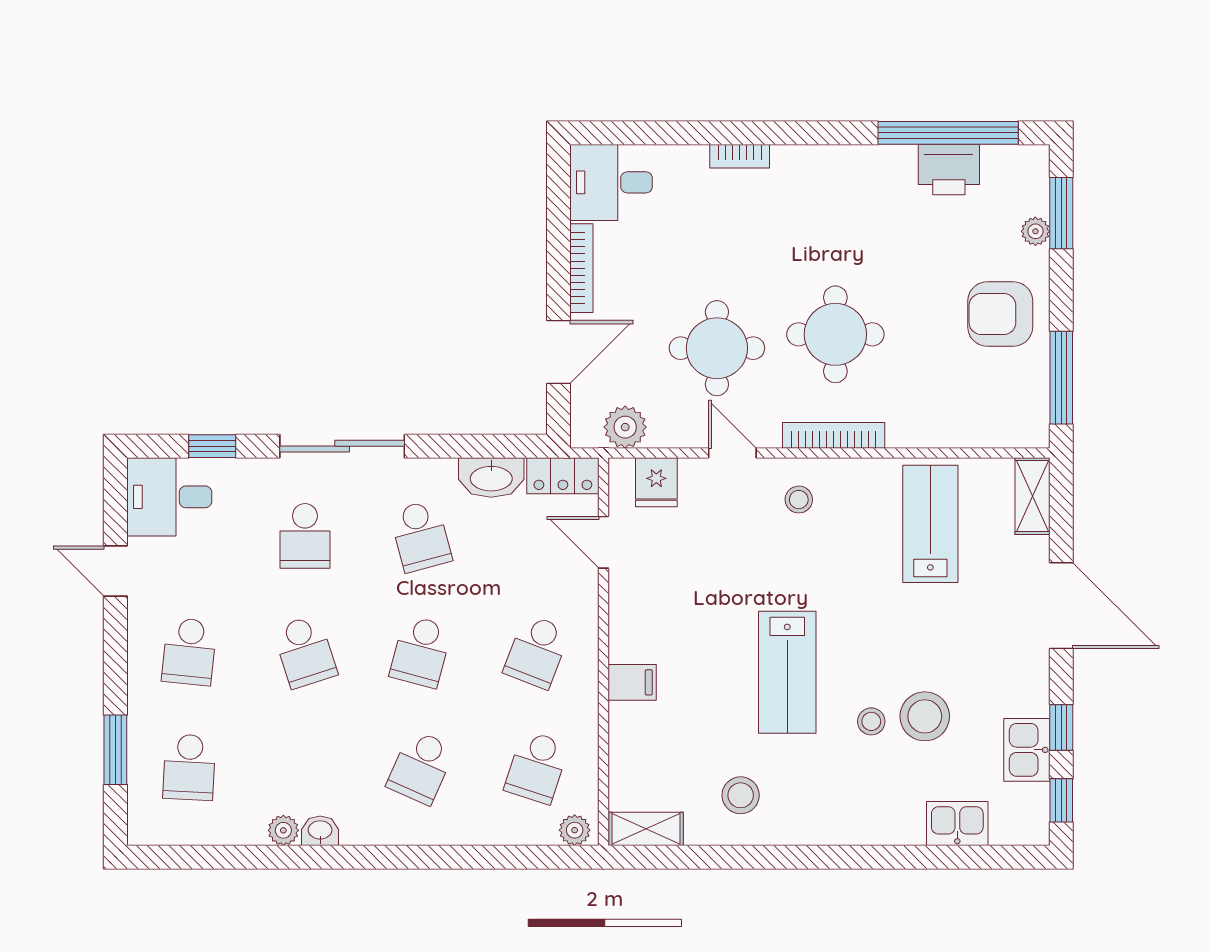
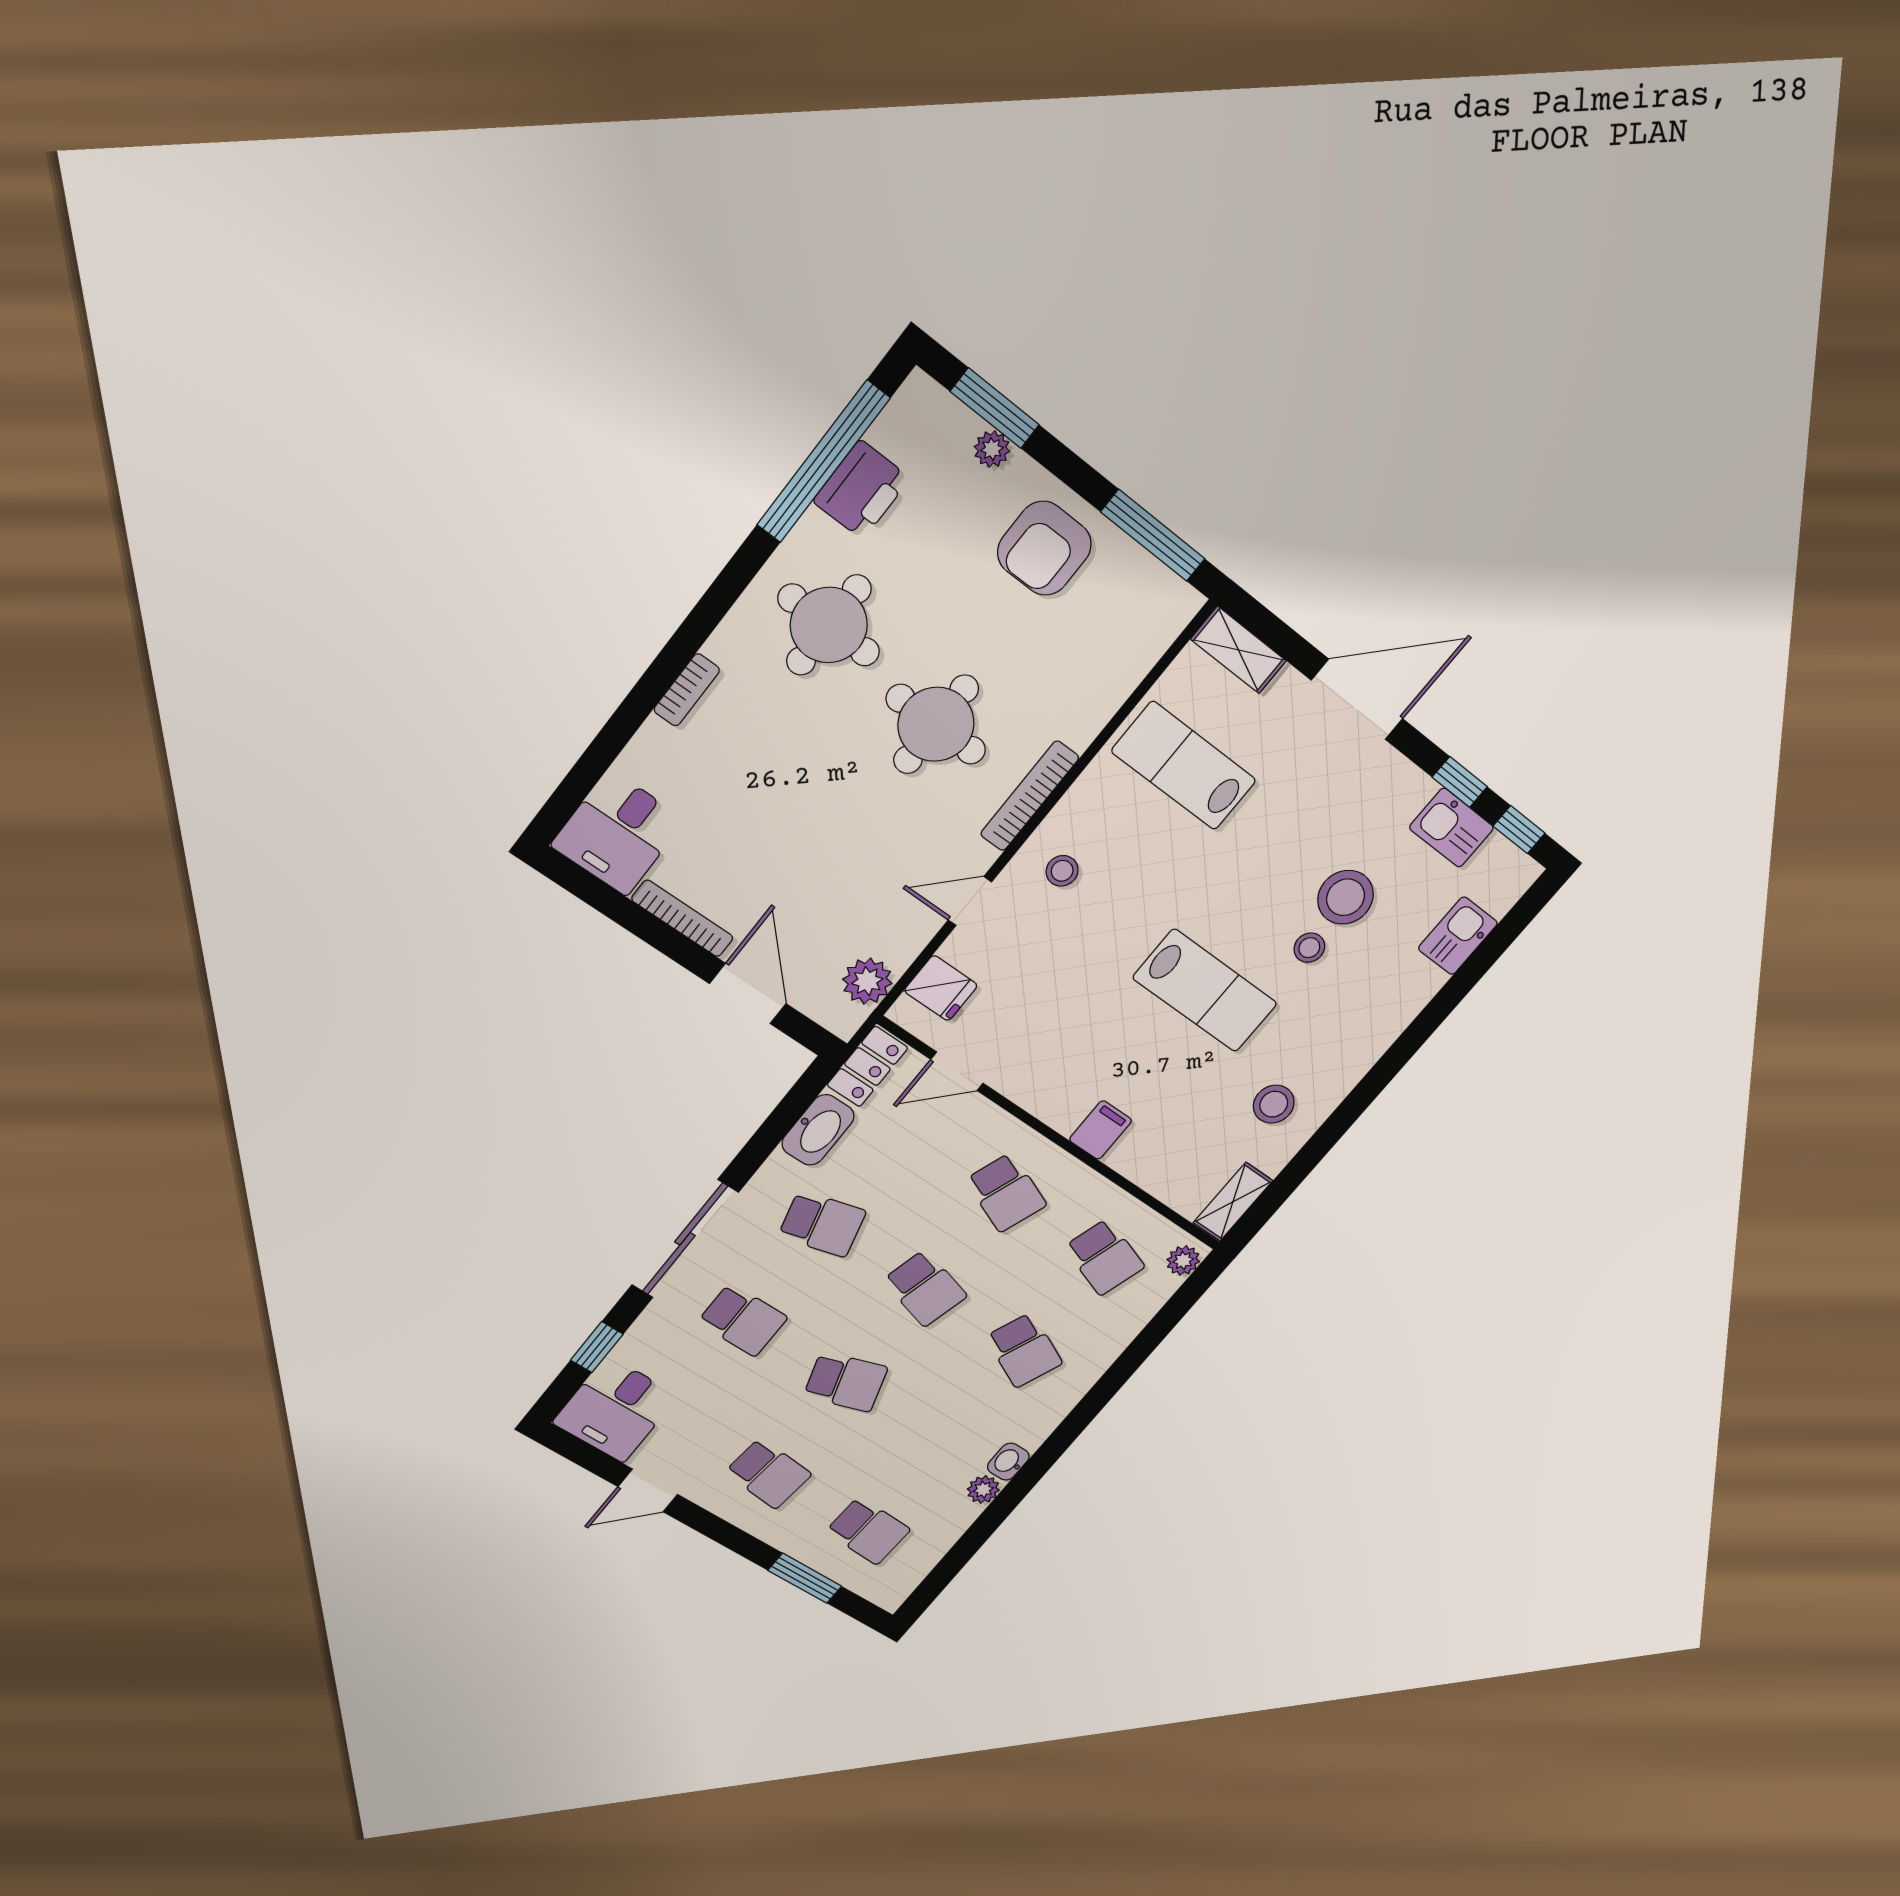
round table: (717, 348) -> (829, 625), moved

